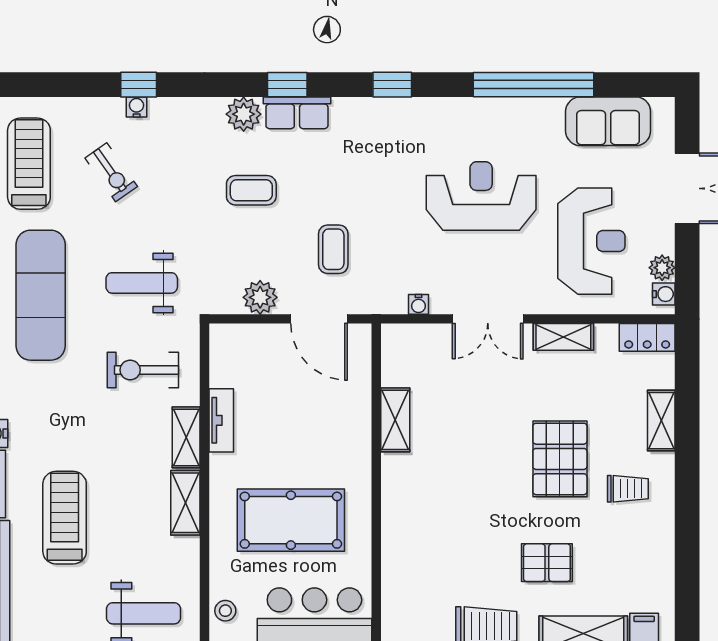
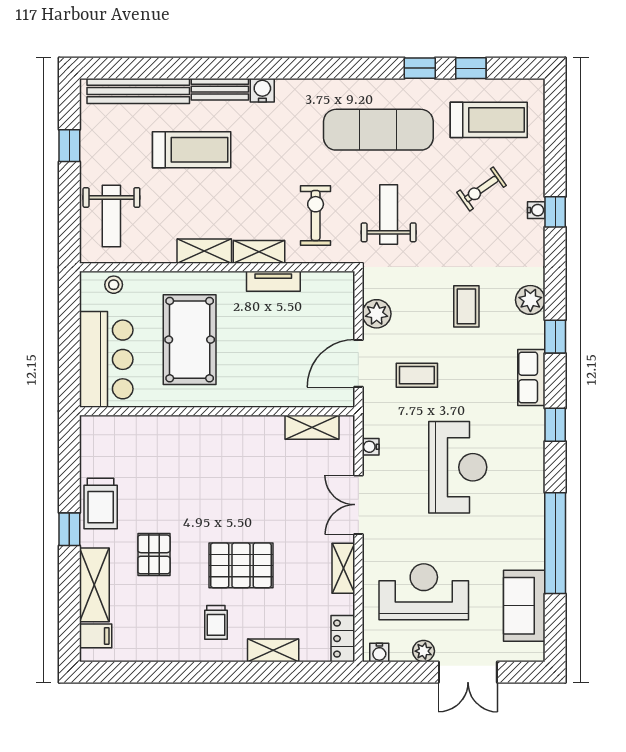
row of seats: (297, 113) -> (531, 378), moved
reception desk: (481, 196) -> (458, 467), moved
reception desk: (591, 241) -> (424, 592), turned 180
plant: (662, 268) -> (424, 651), moved
shelving: (395, 420) -> (312, 427), moved

